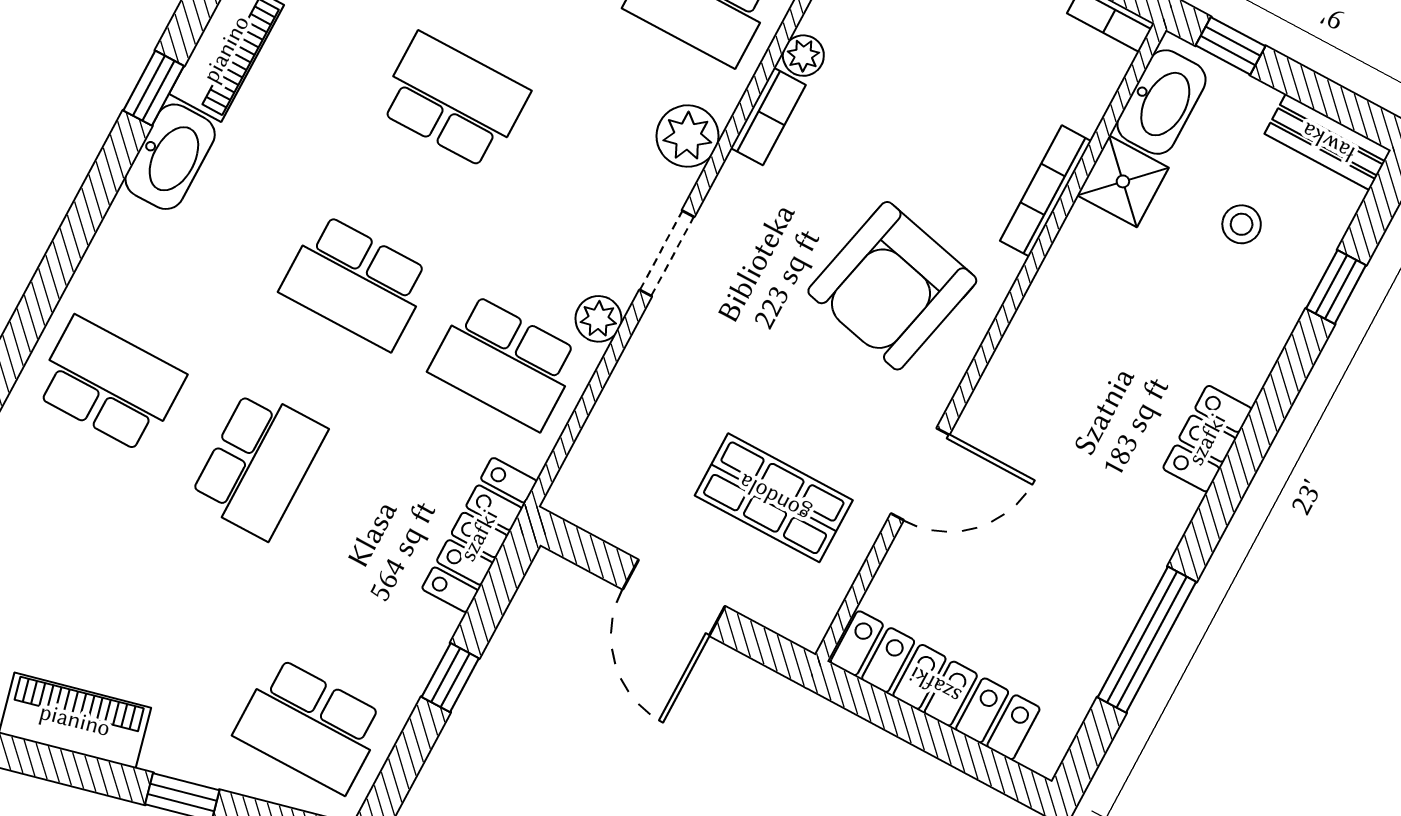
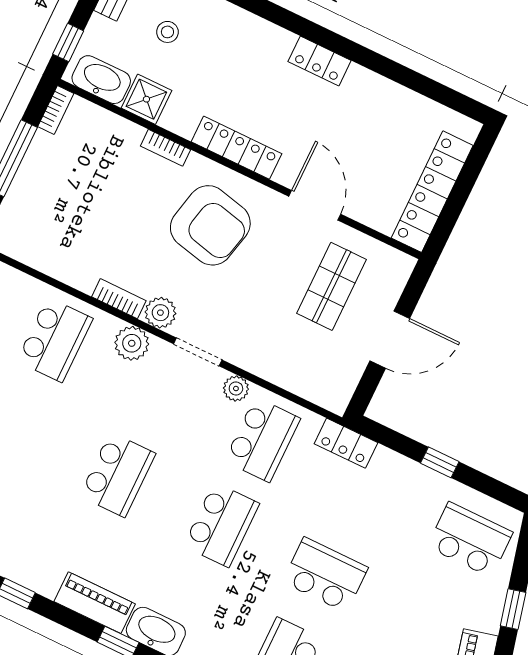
plant: (803, 56) -> (160, 313), moved, width x1.38, depth x1.38
school desk: (453, 100) -> (118, 475), turned 180
bookcase: (1046, 191) -> (166, 148), width x0.64
locker: (1029, 339) -> (237, 148), added
locker: (1207, 439) -> (320, 61), moved
locker: (479, 535) -> (346, 443), width x0.66
window: (1147, 640) -> (402, 75), removed
school desk: (310, 726) -> (470, 540), turned -90

